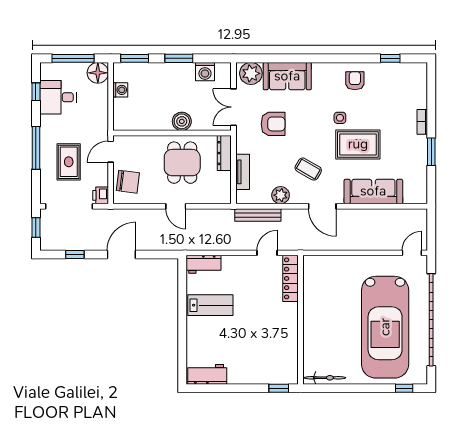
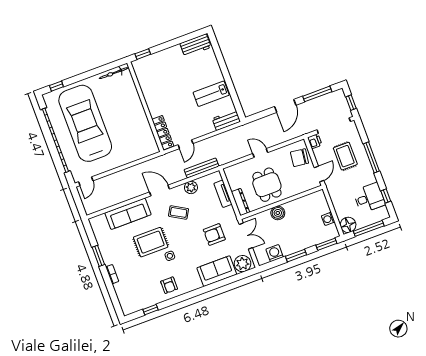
window: (75, 254) -> (317, 94), width x2.17

